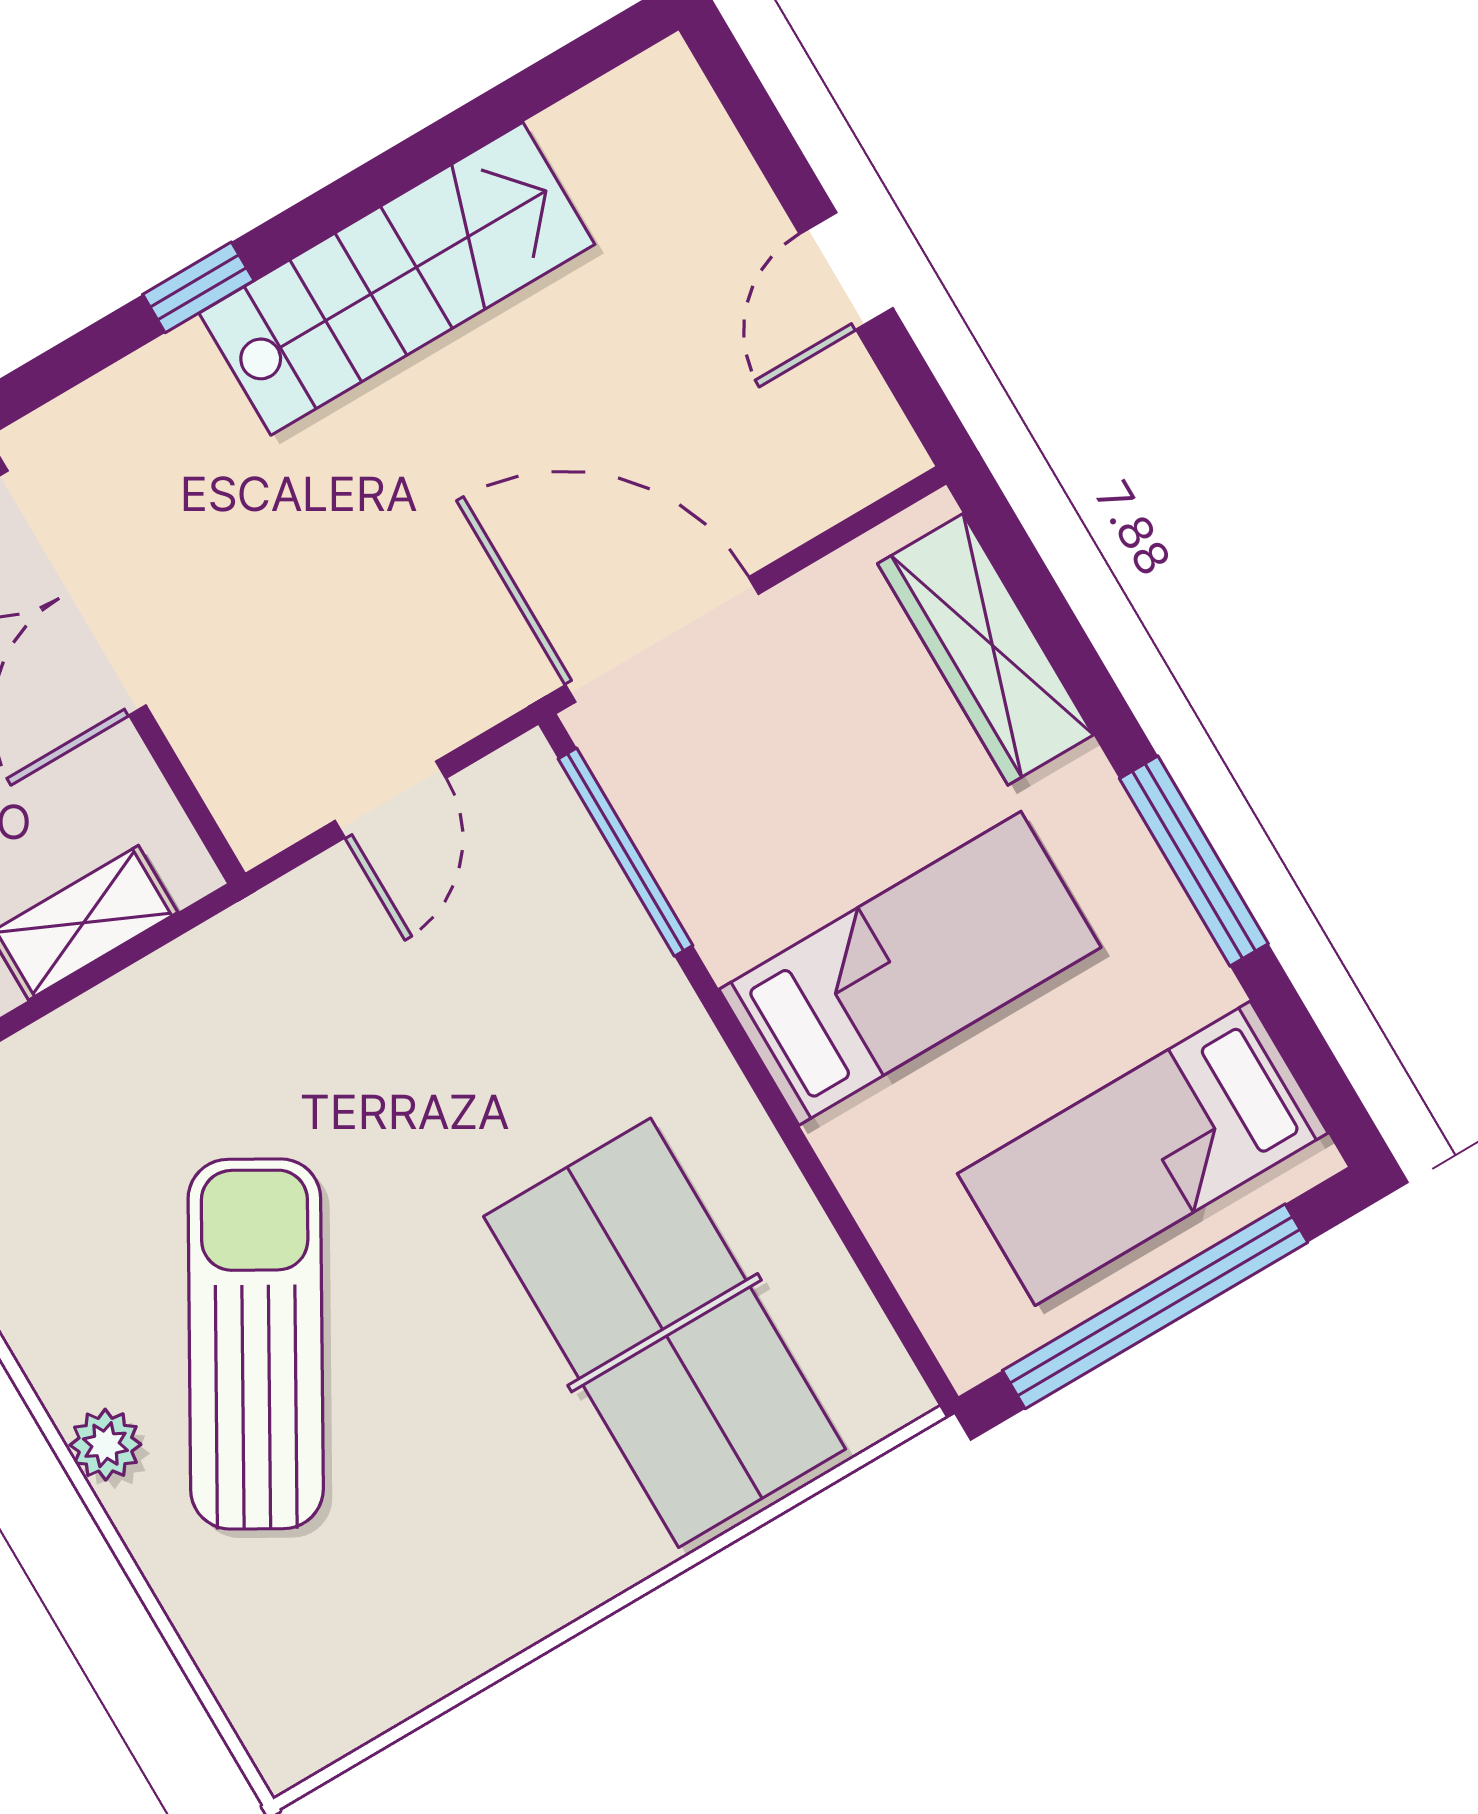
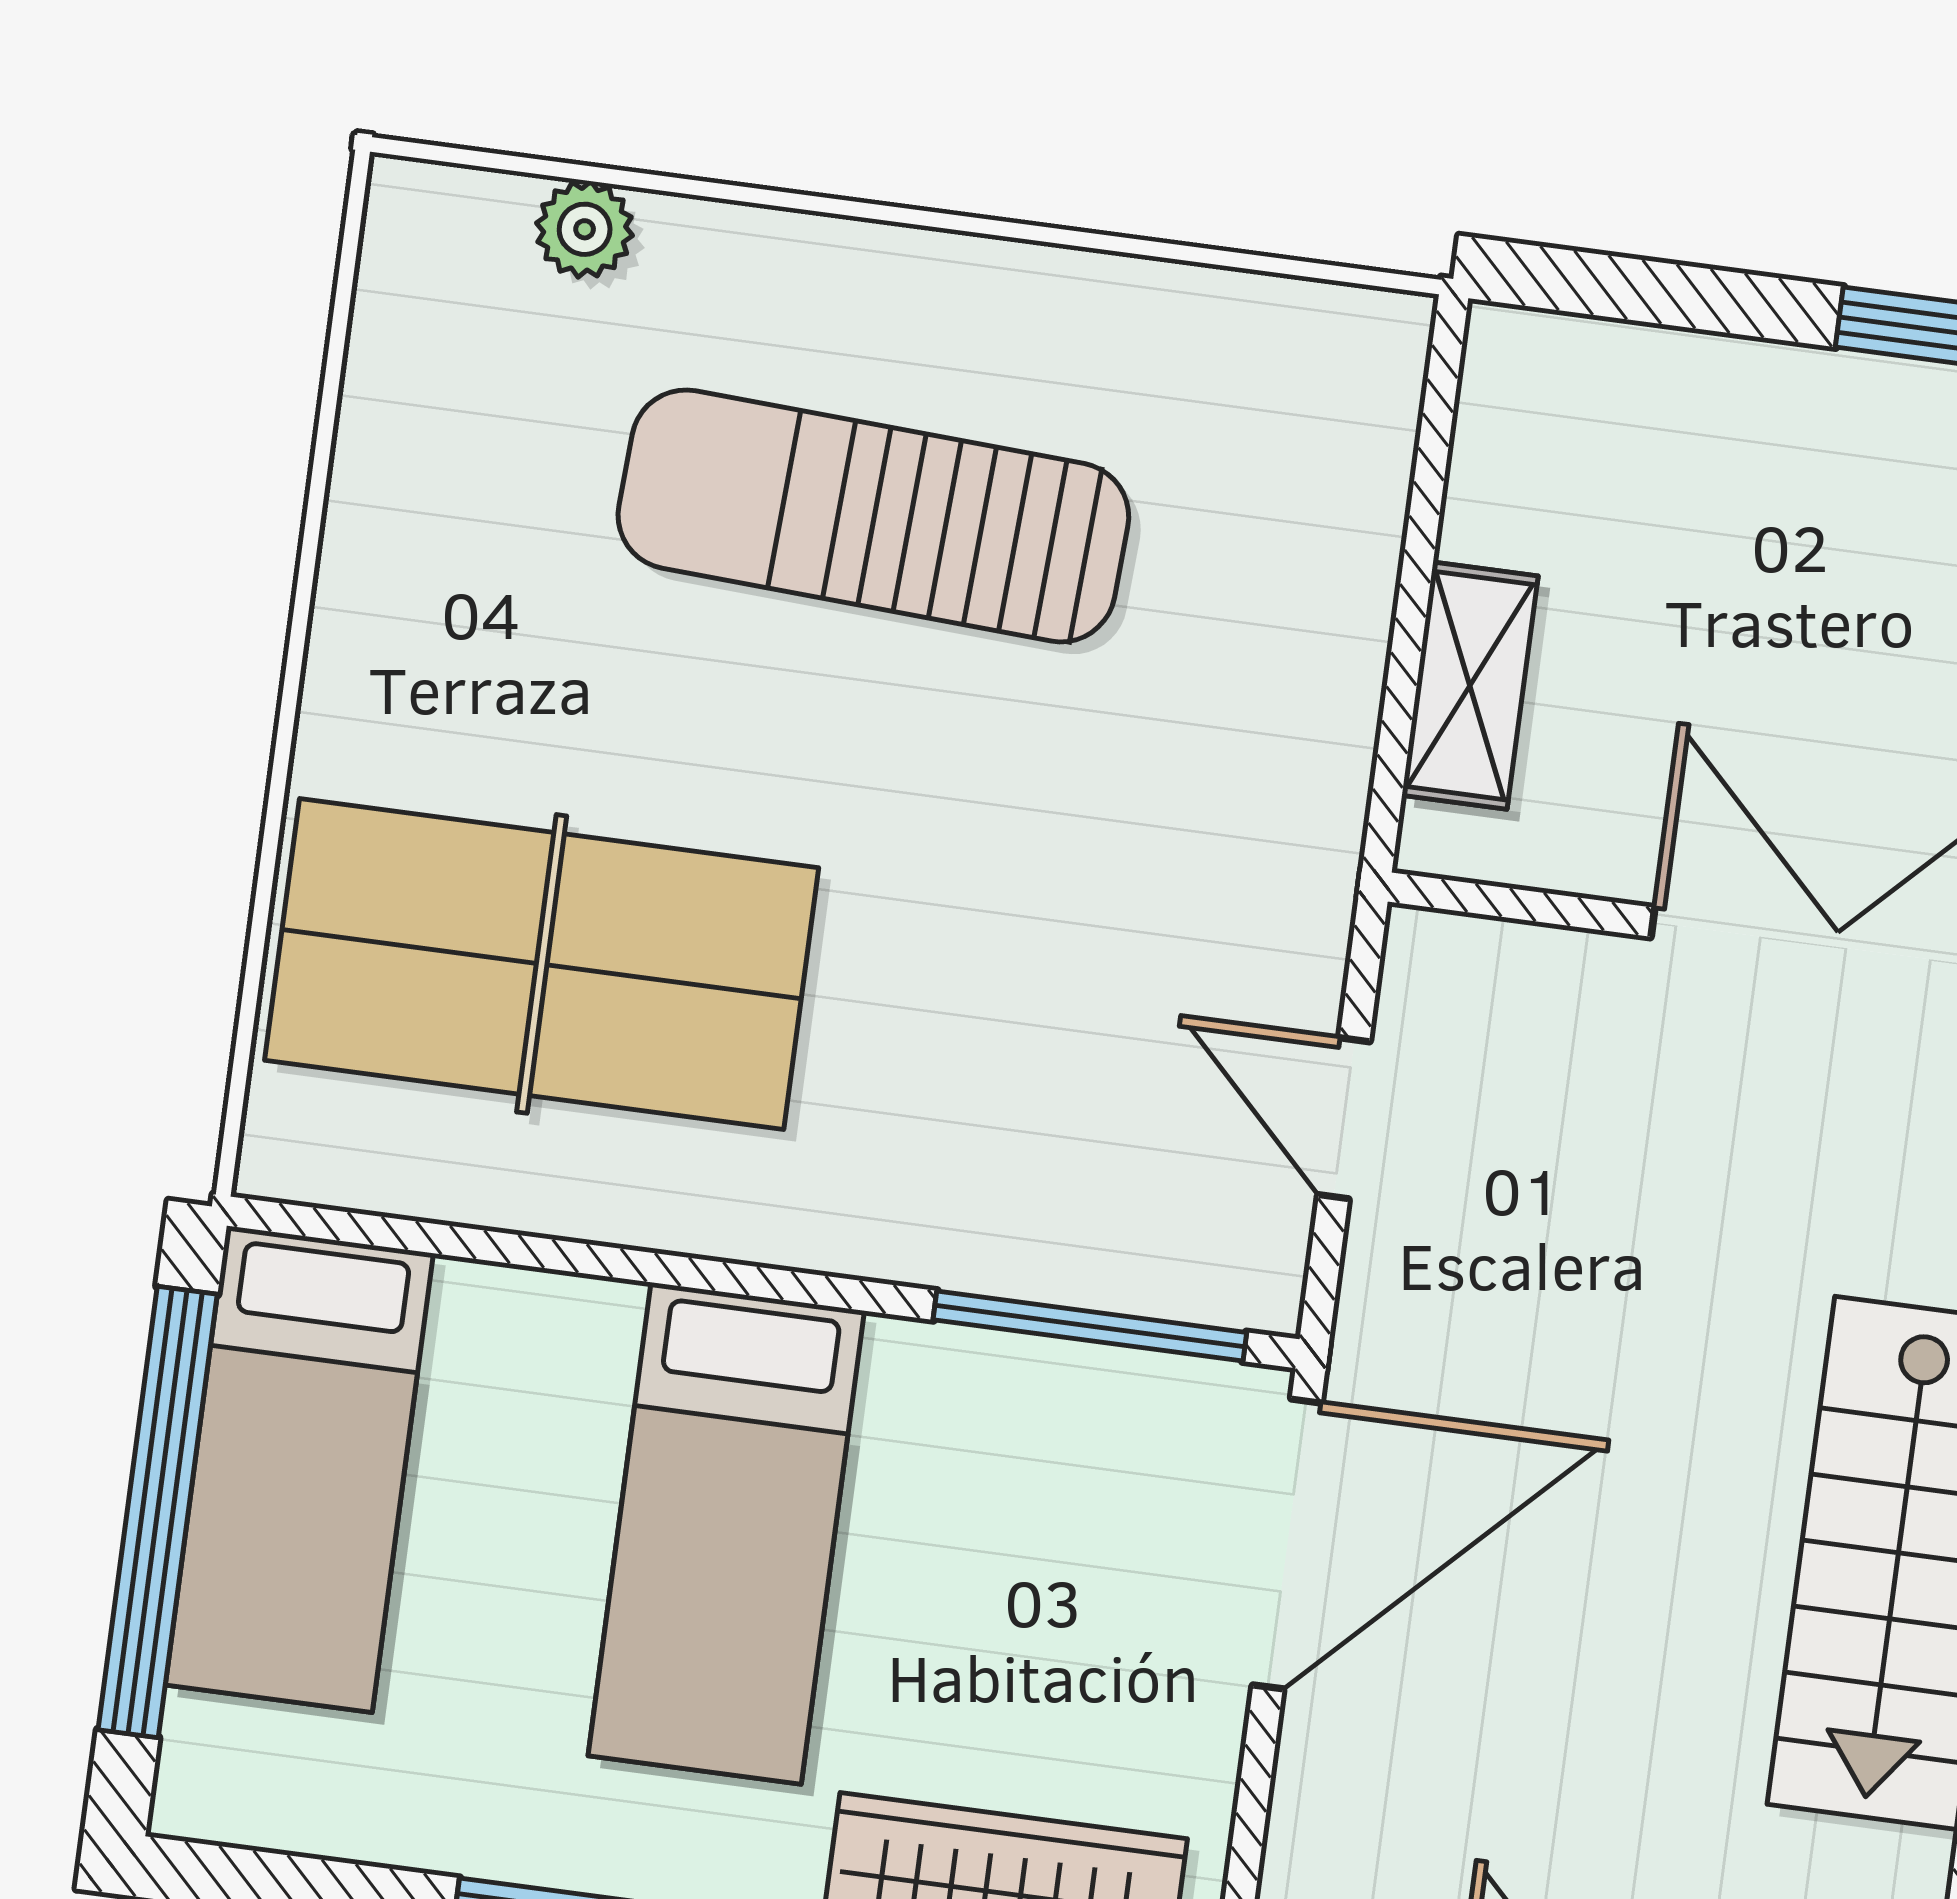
bed: (1143, 1153) -> (299, 1469), moved, turned 180
sun lounger: (256, 1344) -> (873, 516), turned 153
plant: (105, 1445) -> (585, 229), moved

